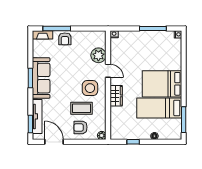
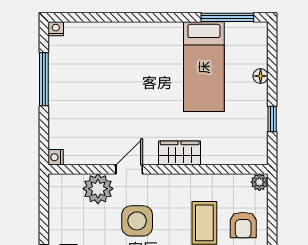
bed: (162, 84) -> (155, 61), removed
side table: (90, 88) -> (137, 221), moved

